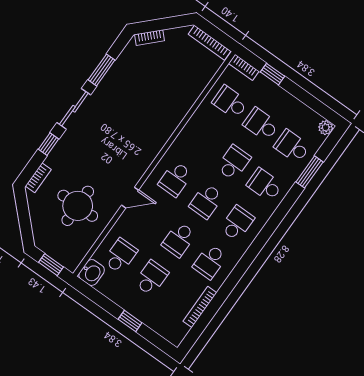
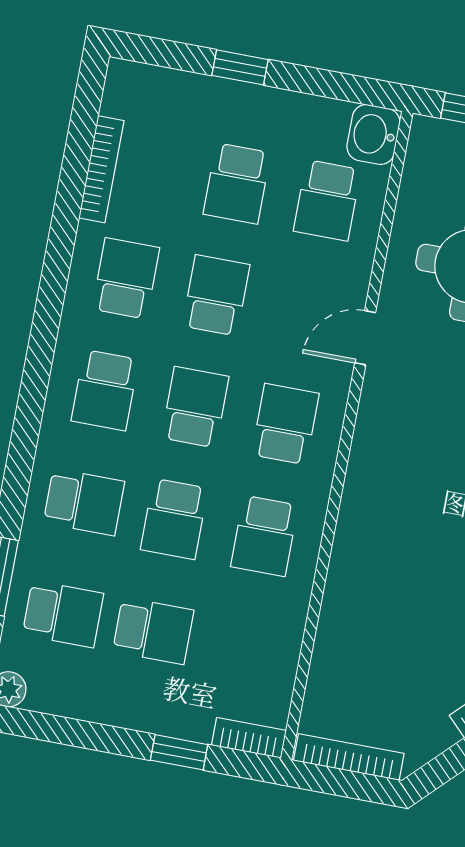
school desk: (230, 102) -> (264, 536), moved, turned 90

